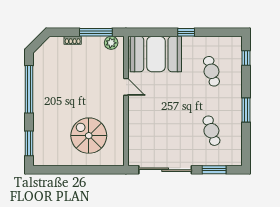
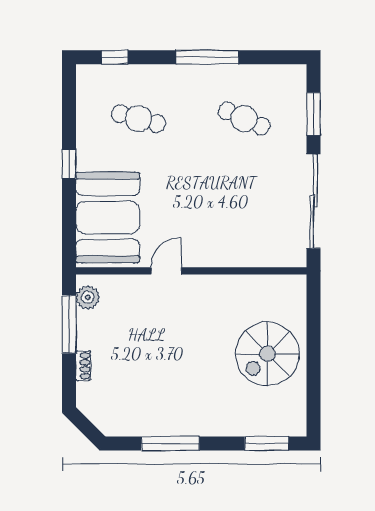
cafe table: (211, 71) -> (138, 119), turned 30
window: (29, 89) -> (170, 443), width x0.68
window: (246, 110) -> (207, 57), width x1.44
cafe table: (211, 131) -> (244, 119), turned 42
spiral stairs: (89, 136) -> (267, 354), moved

